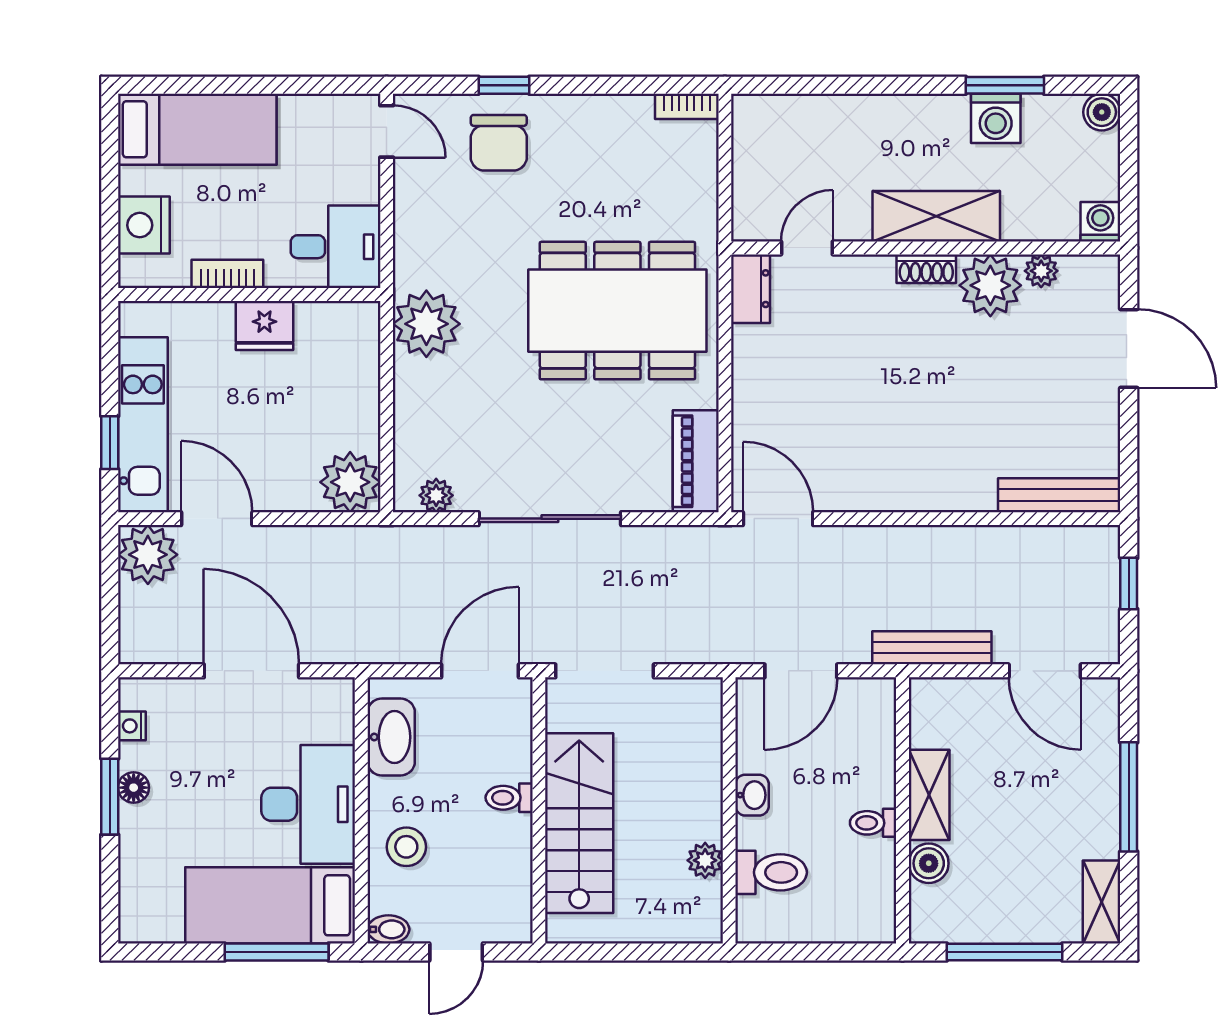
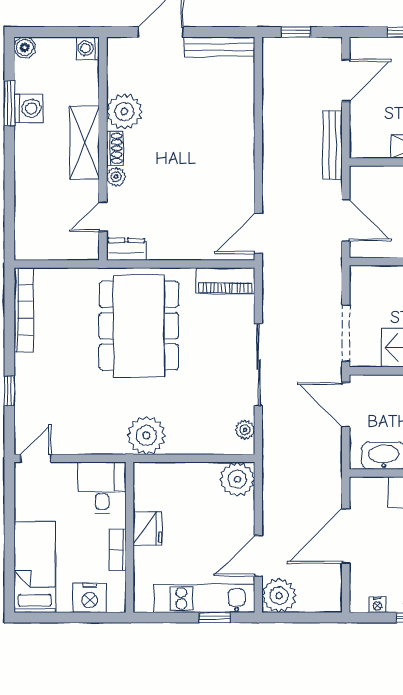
bookcase: (687, 106) -> (24, 310), width x2.31, depth x1.31
chair: (499, 143) -> (42, 394), removed
door: (807, 248) -> (103, 217), hinge flipped
plant: (1041, 271) -> (116, 177), moved
bench: (1059, 495) -> (220, 47), moved, turned 90

